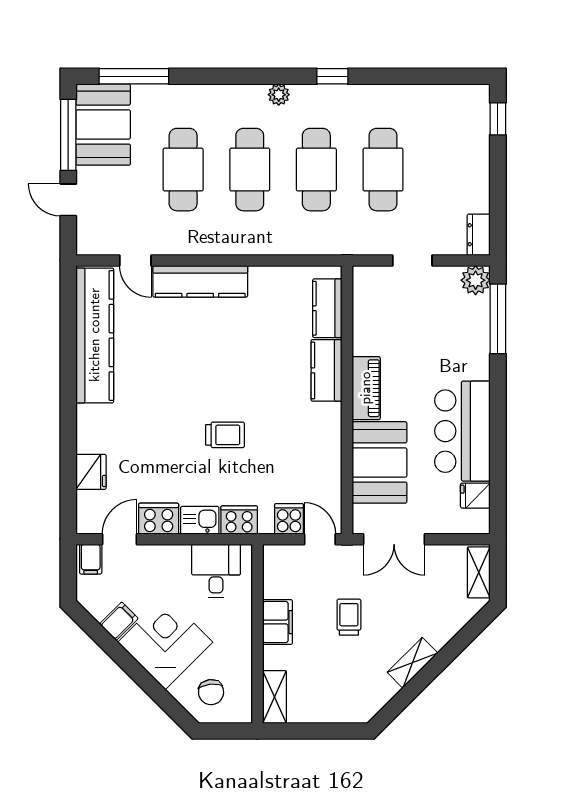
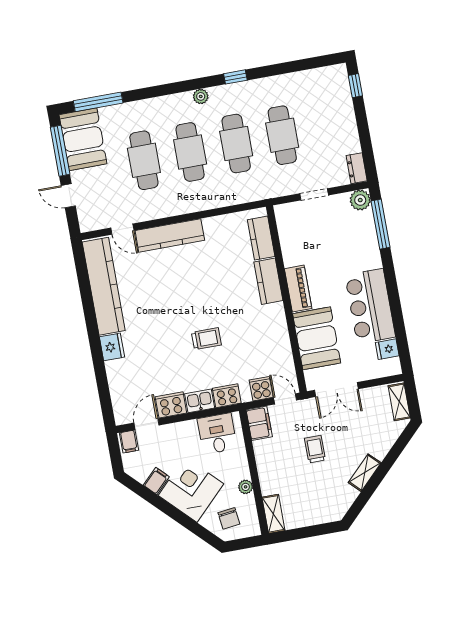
fridge: (91, 472) -> (112, 347), moved
filing cabinet: (277, 622) -> (259, 423), moved
plant: (242, 652) -> (246, 487), added

